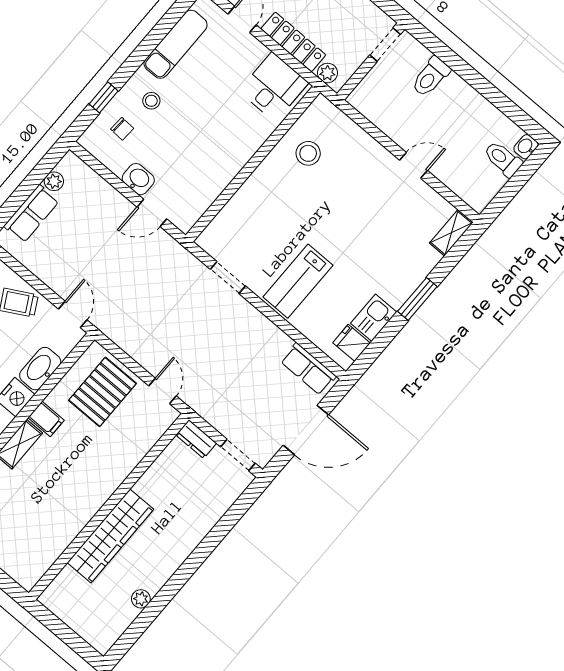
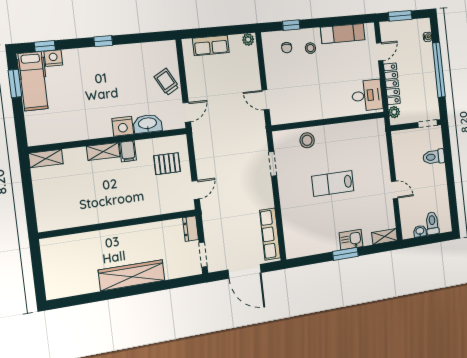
washbasin: (526, 147) -> (420, 231), moved
stool: (308, 153) -> (307, 140), moved
washbasin: (138, 179) -> (273, 78), removed
plant: (54, 181) -> (248, 40), moved
lab bench: (298, 281) -> (333, 183), moved
kitchen sink: (374, 318) -> (351, 240), moved
fridge: (352, 343) -> (300, 248), removed
row of seats: (308, 369) -> (270, 234), width x1.48
pallet: (102, 392) -> (167, 164), width x0.67, depth x0.71
wardrobe: (110, 536) -> (132, 275), moved, turned 180
plant: (141, 599) -> (92, 286), removed

